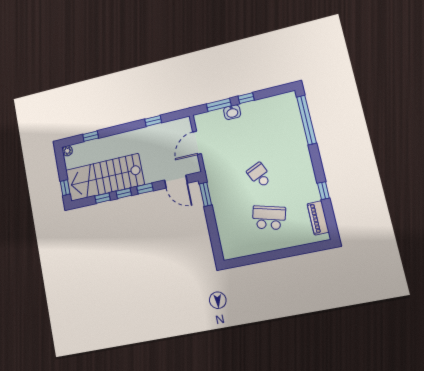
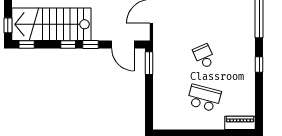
window: (323, 191) -> (259, 65), moved
window: (103, 198) -> (27, 45), moved
piano: (318, 218) -> (240, 123), moved, turned 90

